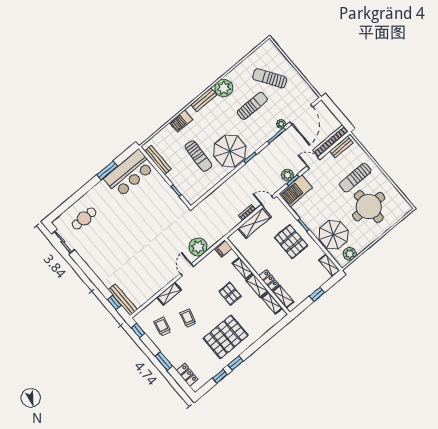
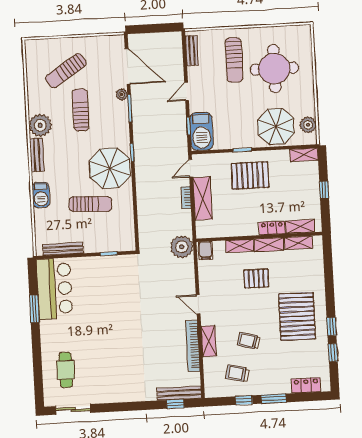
bookcase: (330, 141) -> (193, 346), moved
plant: (288, 175) -> (179, 128), removed
plant: (198, 247) -> (182, 247), moved
window: (138, 331) -> (244, 400), moved

